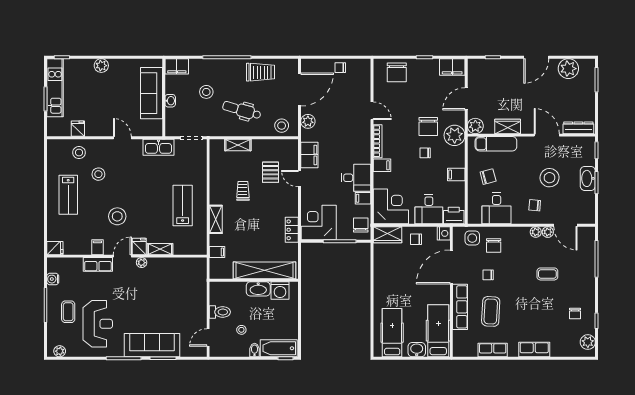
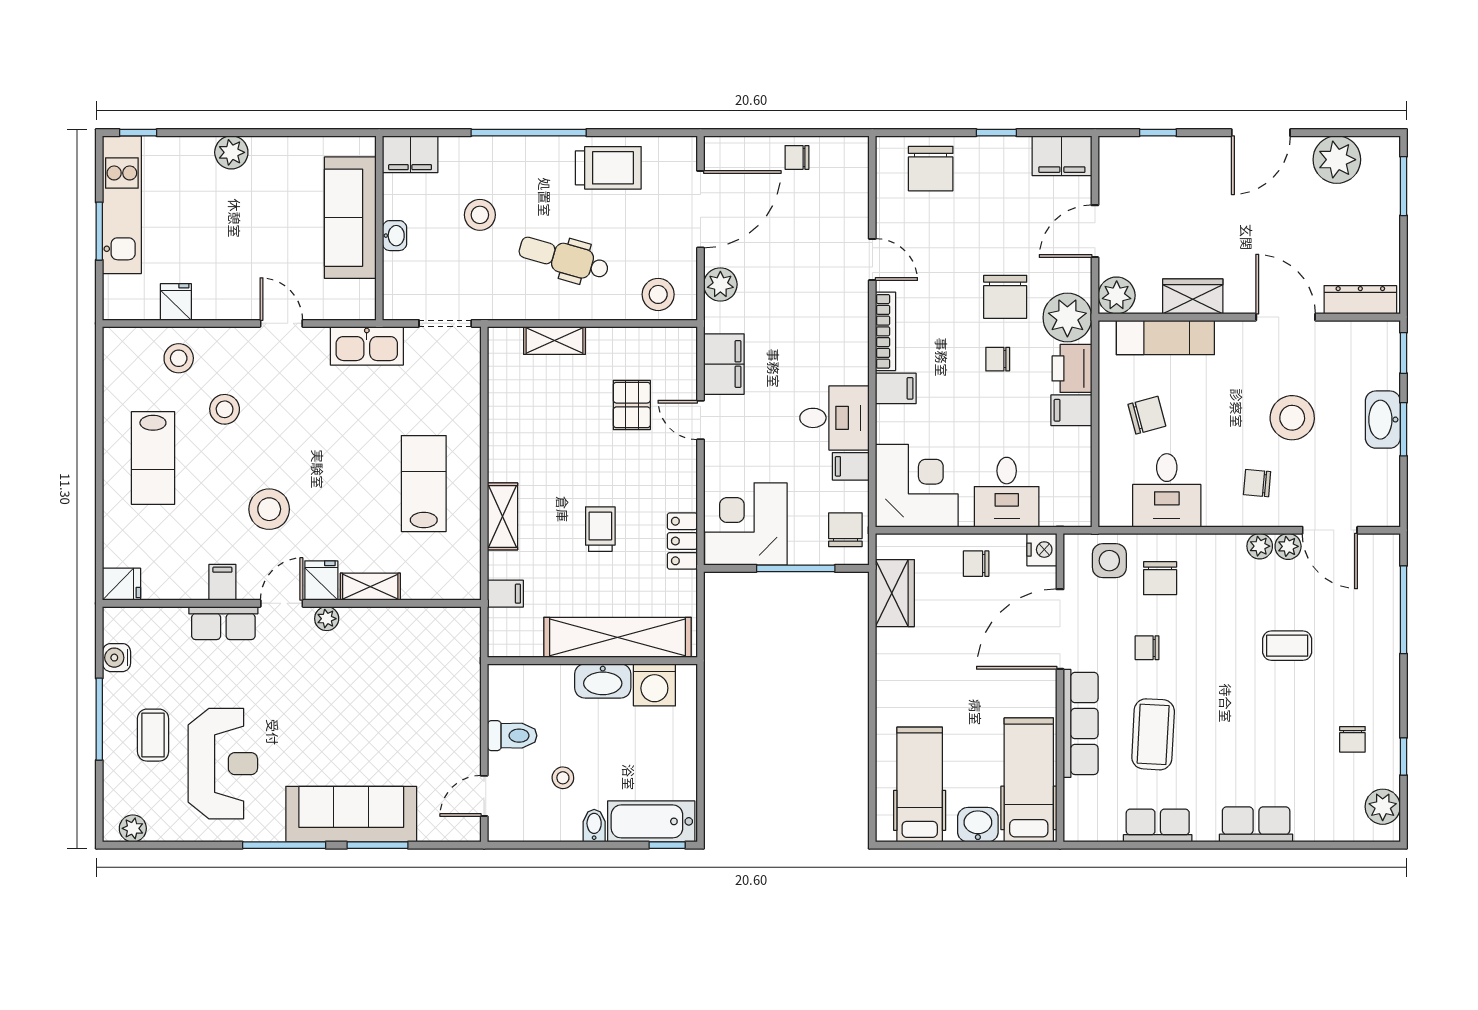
trolley: (243, 191) -> (600, 529), moved
printer: (454, 215) -> (1072, 368), moved, turned -90
wardrobe: (388, 235) -> (895, 593), moved, turned -90

